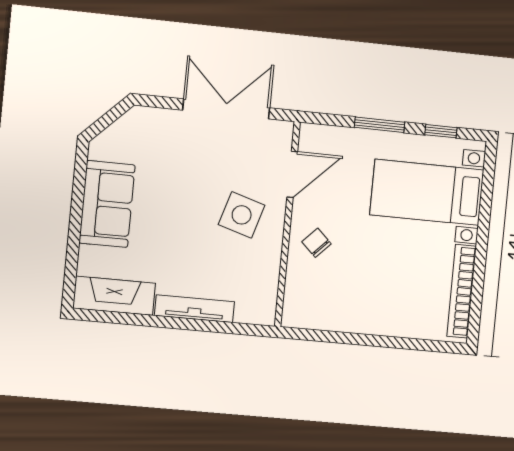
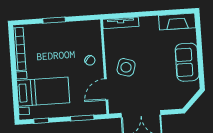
window: (380, 125) -> (82, 118), moved
tv unit: (195, 309) -> (121, 23), moved
window: (379, 341) -> (54, 20), added

